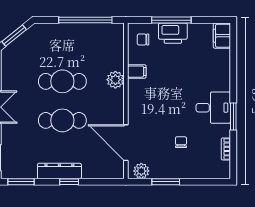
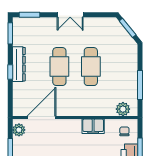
window: (85, 20) -> (140, 85), width x0.68
filing cabinet: (137, 72) -> (93, 126), width x2.00
plant: (115, 80) -> (123, 109), moved

